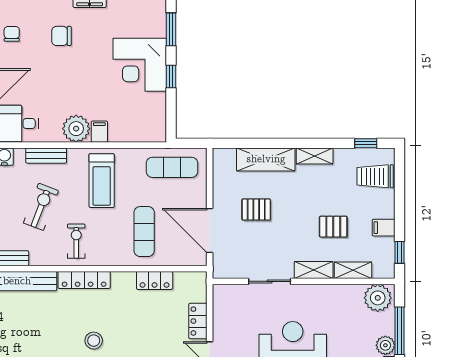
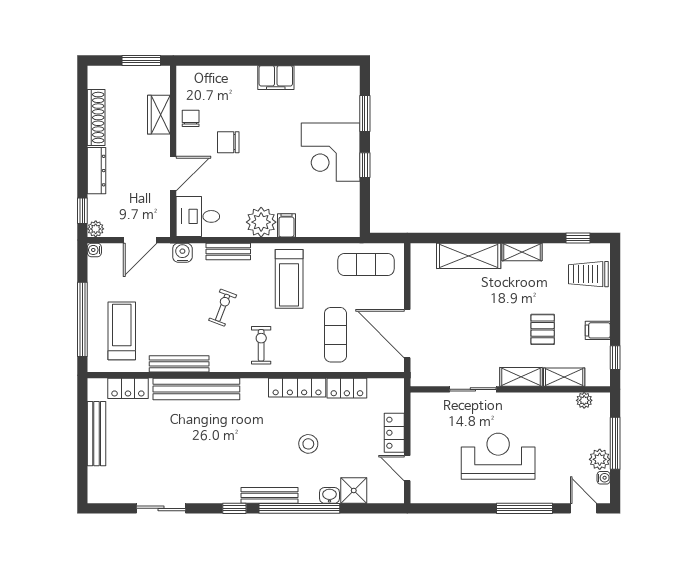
chair: (61, 36) -> (228, 142), moved
exercise bike: (41, 207) -> (223, 308), width x0.73, depth x0.72
pallet: (256, 210) -> (458, 311), removed
pallet: (333, 227) -> (543, 329), turned 90
locker: (84, 280) -> (297, 388), moved
plant: (378, 298) -> (584, 400), width x0.53, depth x0.53
stool: (94, 341) -> (308, 444), moved

